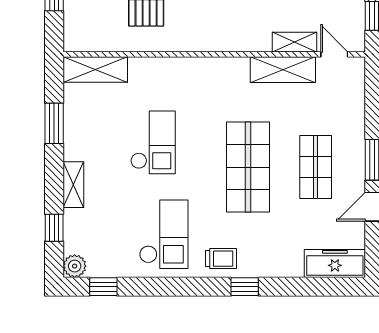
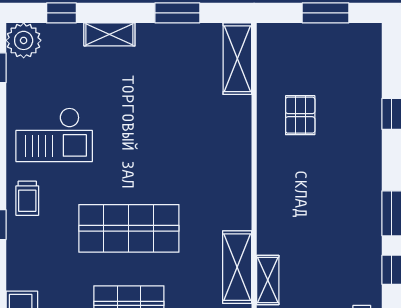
checkout: (153, 142) -> (156, 123), removed
plant: (75, 266) -> (24, 40), width x1.36, depth x1.36

